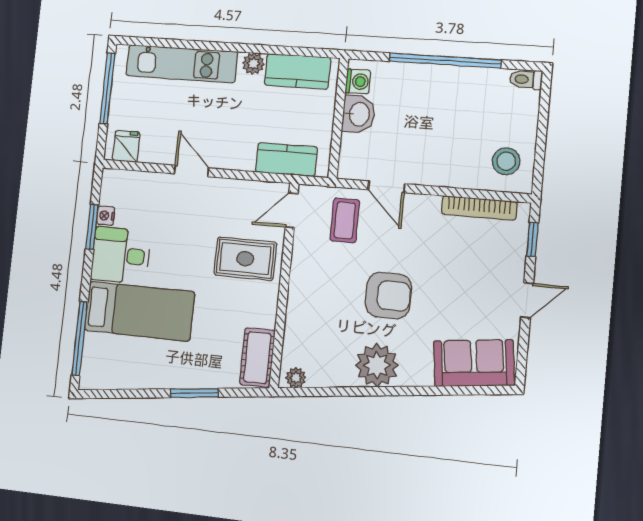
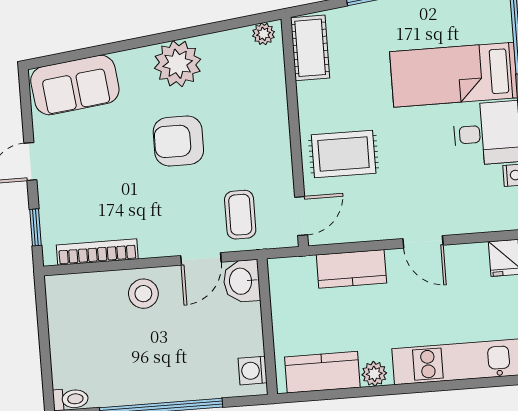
washbasin: (358, 114) -> (242, 281), moved
kitchen counter: (286, 160) -> (351, 269), moved
stool: (506, 161) -> (143, 294), moved
door: (386, 187) -> (201, 259), swing flipped

